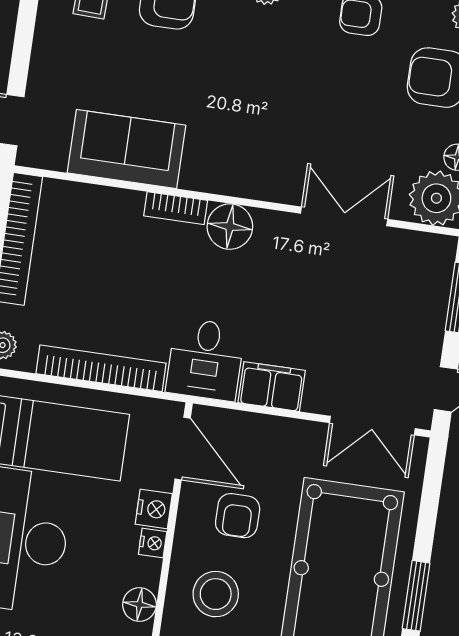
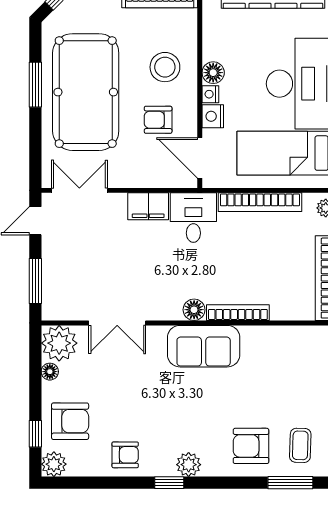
sofa: (127, 149) -> (204, 346), moved
bookcase: (176, 208) -> (238, 313), width x1.56
floor lamp: (230, 227) -> (194, 310), width x0.73, depth x0.73
armchair: (238, 516) -> (158, 120), turned -90
floor lamp: (139, 604) -> (213, 73), moved

